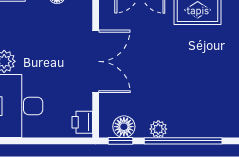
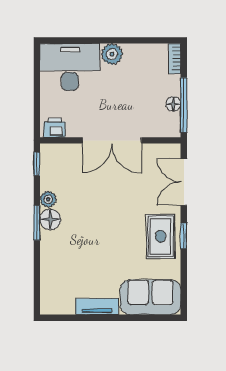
floor lamp: (124, 127) -> (50, 219), moved
window: (183, 141) -> (37, 223), width x0.47

